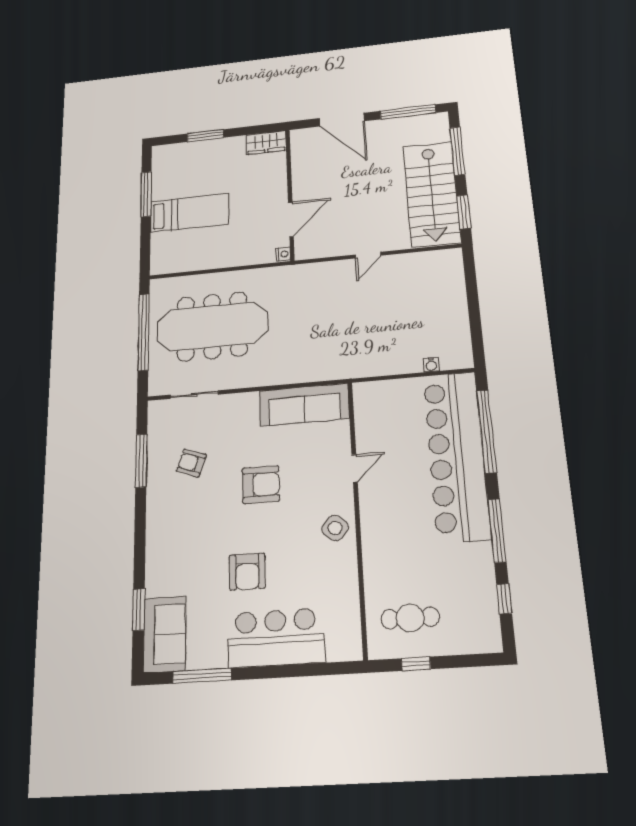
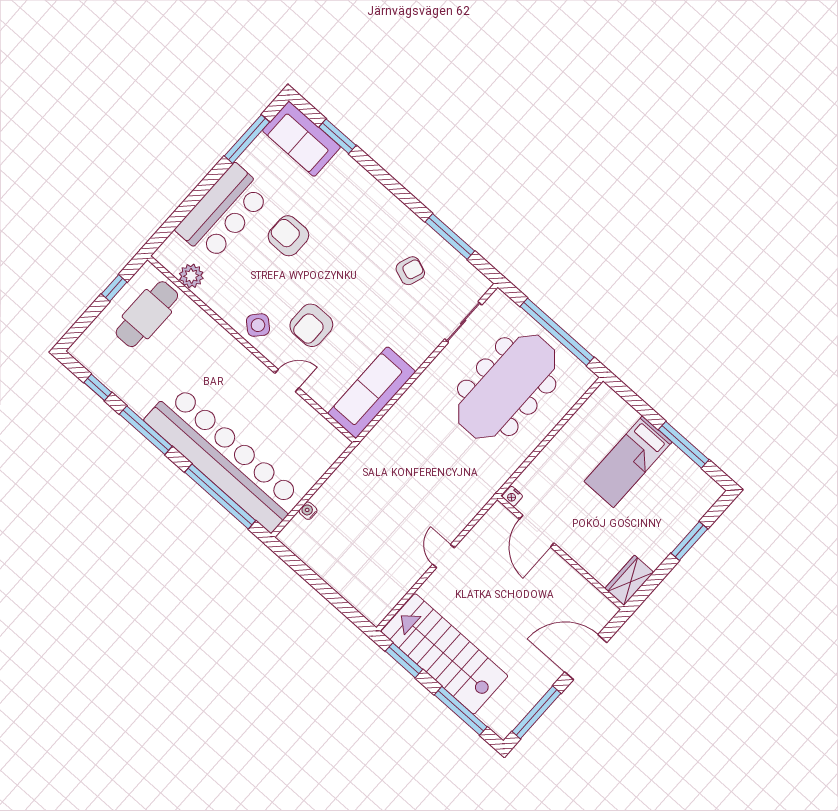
door: (355, 468) -> (287, 381), swing flipped
armchair: (261, 485) -> (311, 325), moved
plant: (347, 613) -> (191, 276), added
cafe table: (410, 618) -> (147, 314), width x1.37, depth x1.35

